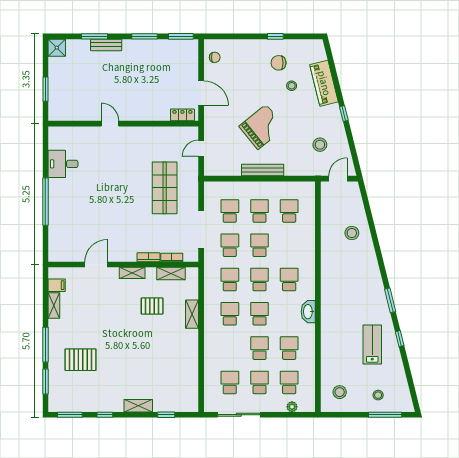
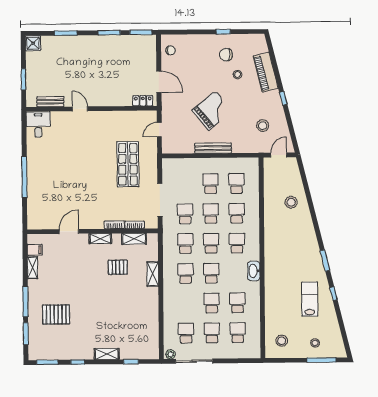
bench: (106, 45) -> (50, 102), moved
desk: (63, 164) -> (38, 124), moved, turned 90
school desk: (230, 211) -> (237, 213), moved
plant: (292, 407) -> (171, 354), moved

